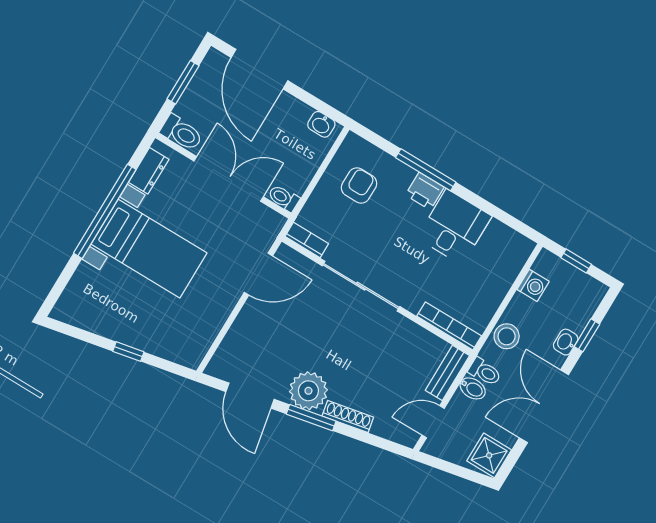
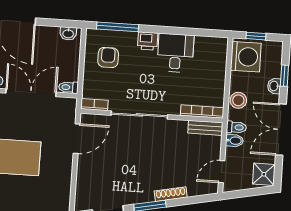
window: (426, 170) -> (118, 27), moved
washing machine: (533, 285) -> (246, 57), width x1.89, depth x1.89
bench: (447, 373) -> (205, 128), moved, turned 90
plant: (308, 391) -> (140, 191), removed

